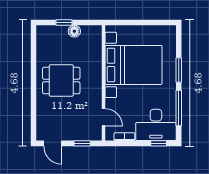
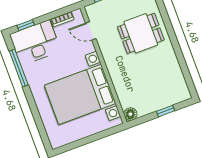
floor lamp: (74, 31) -> (130, 114), moved
window: (179, 70) -> (33, 106), removed
dining table: (61, 81) -> (141, 33), moved

